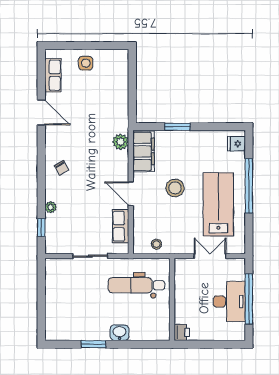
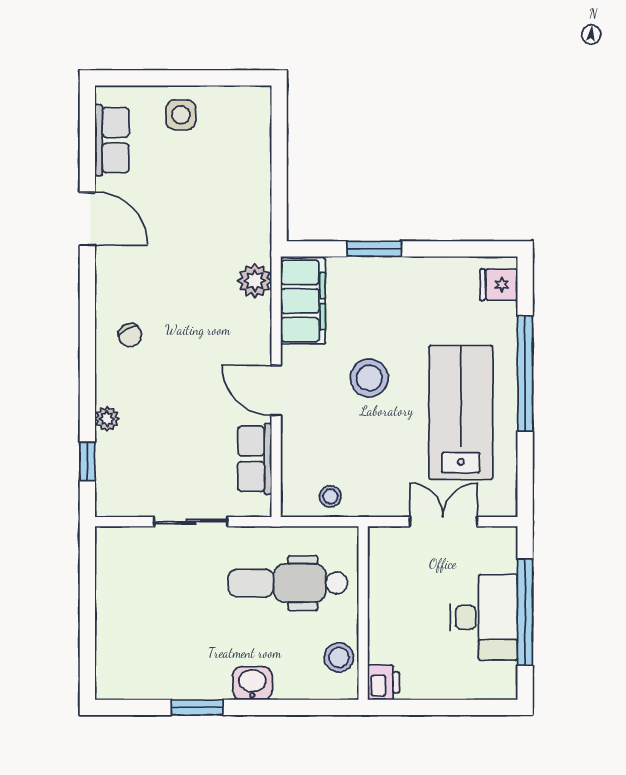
stool: (161, 320) -> (339, 657), added

